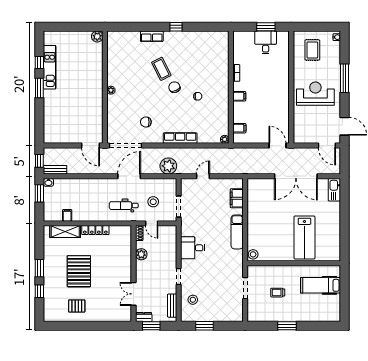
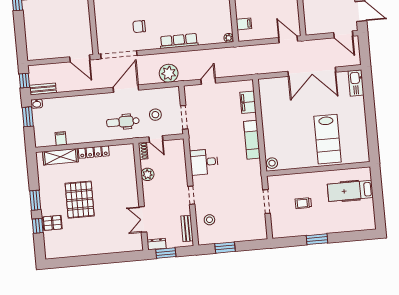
pallet: (77, 306) -> (52, 223), moved

